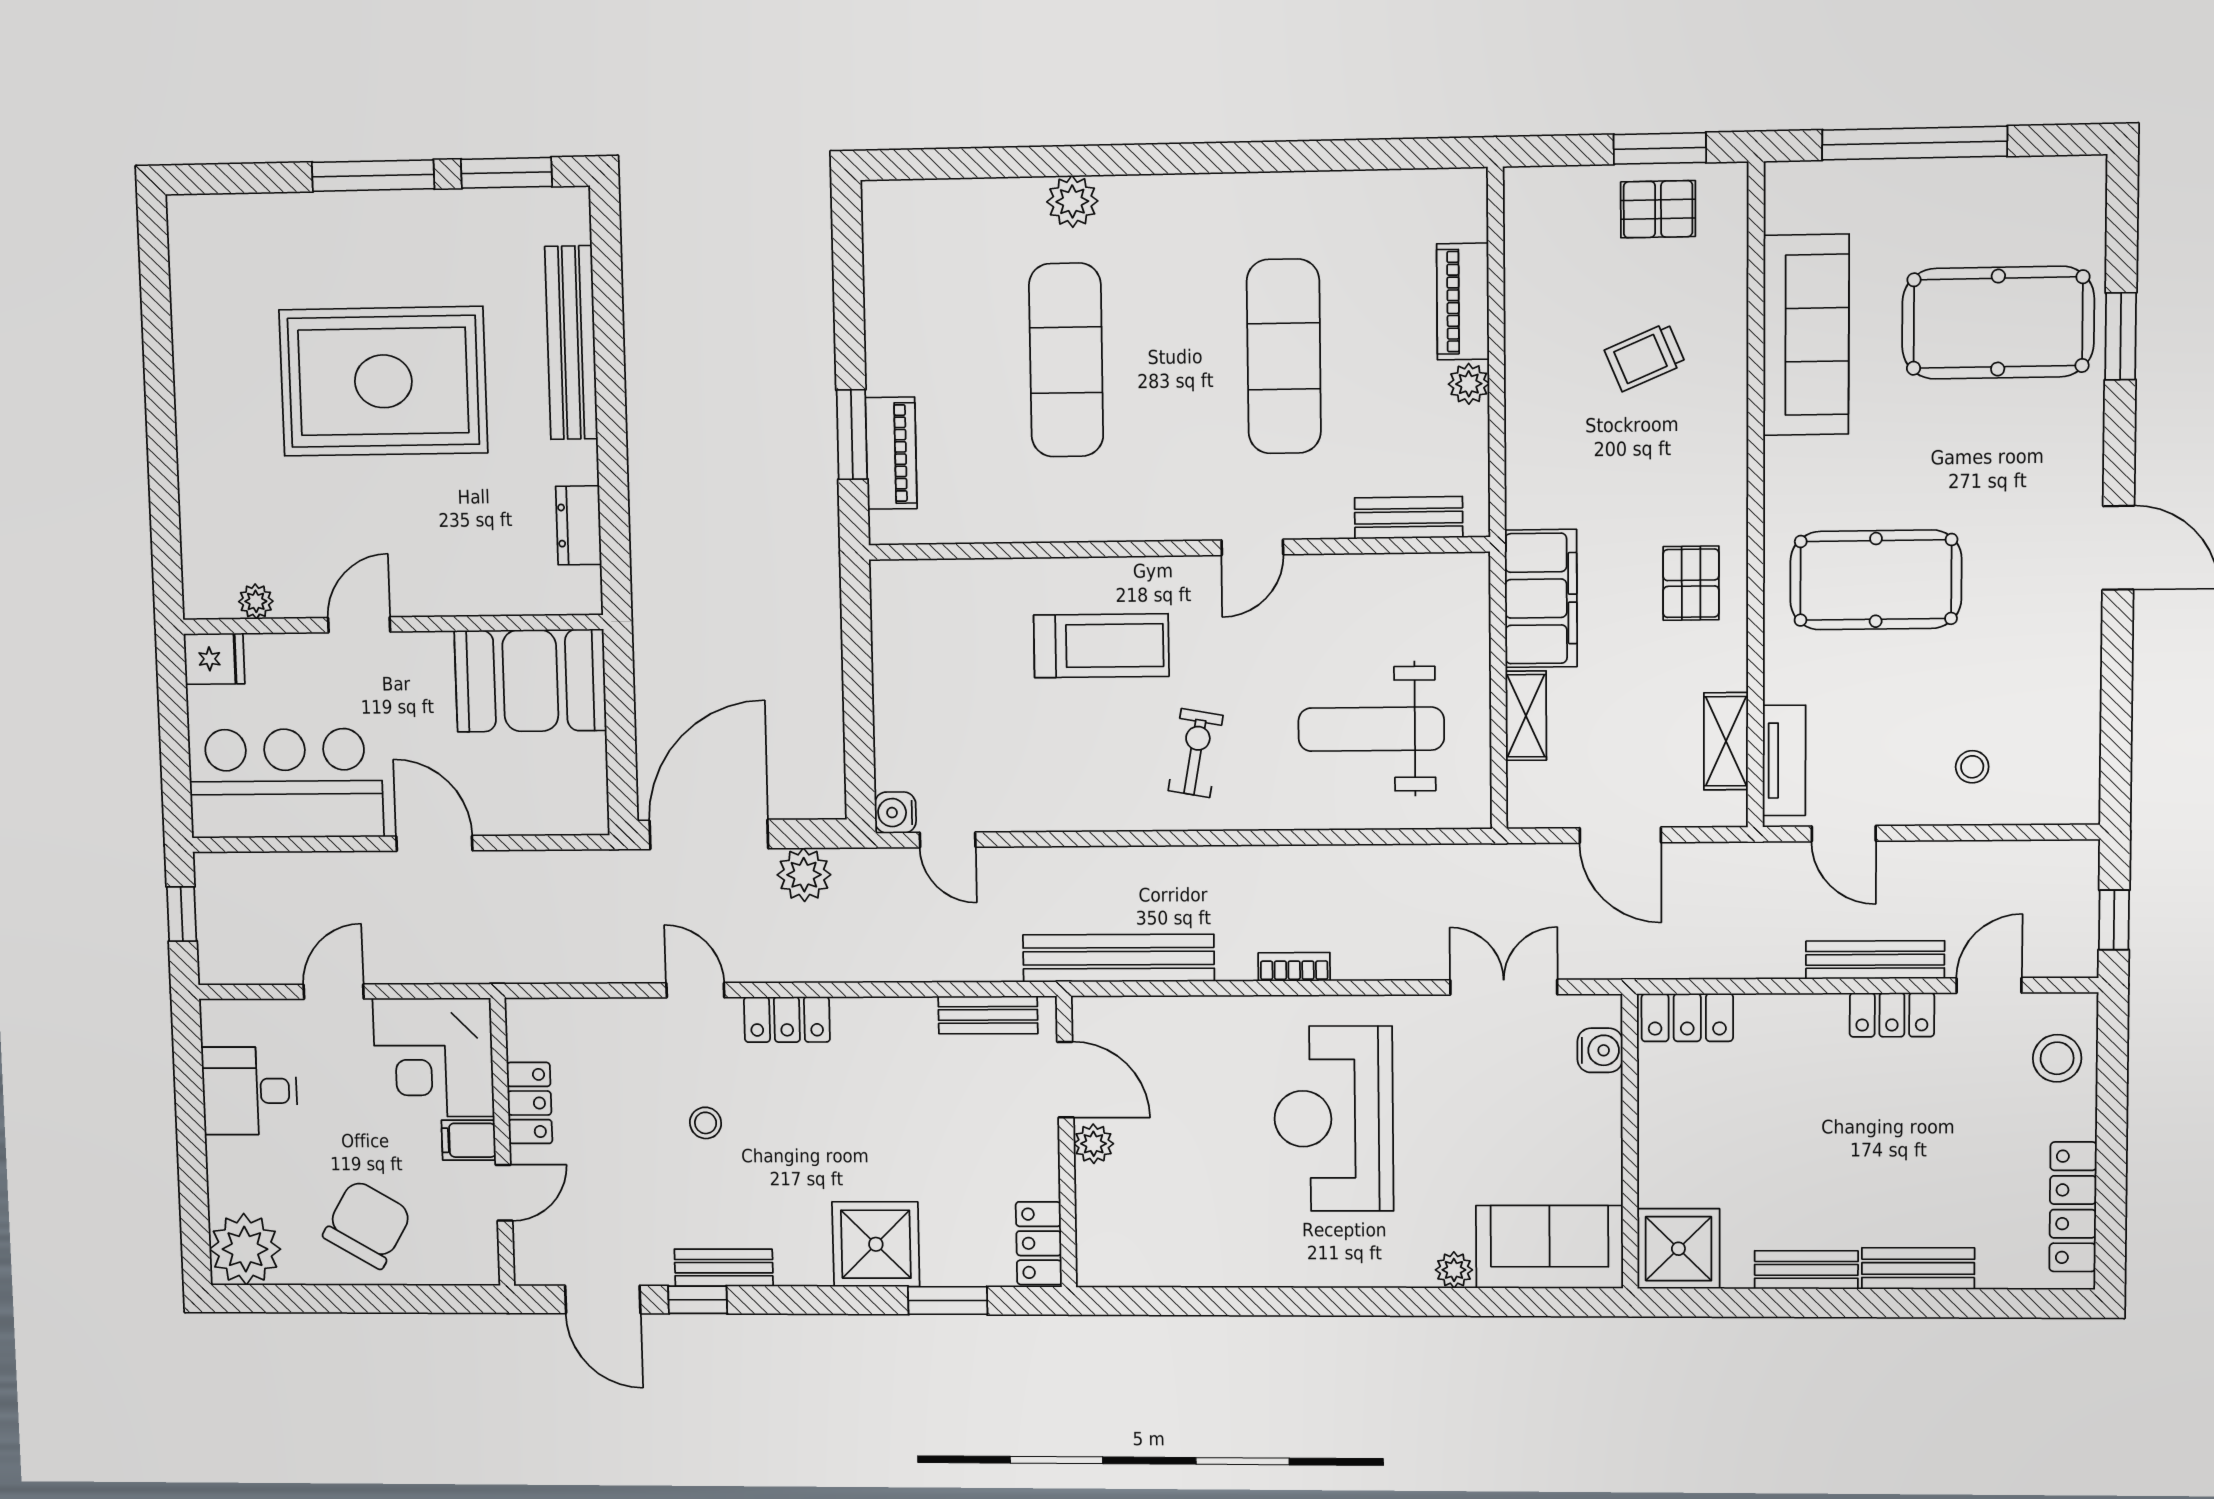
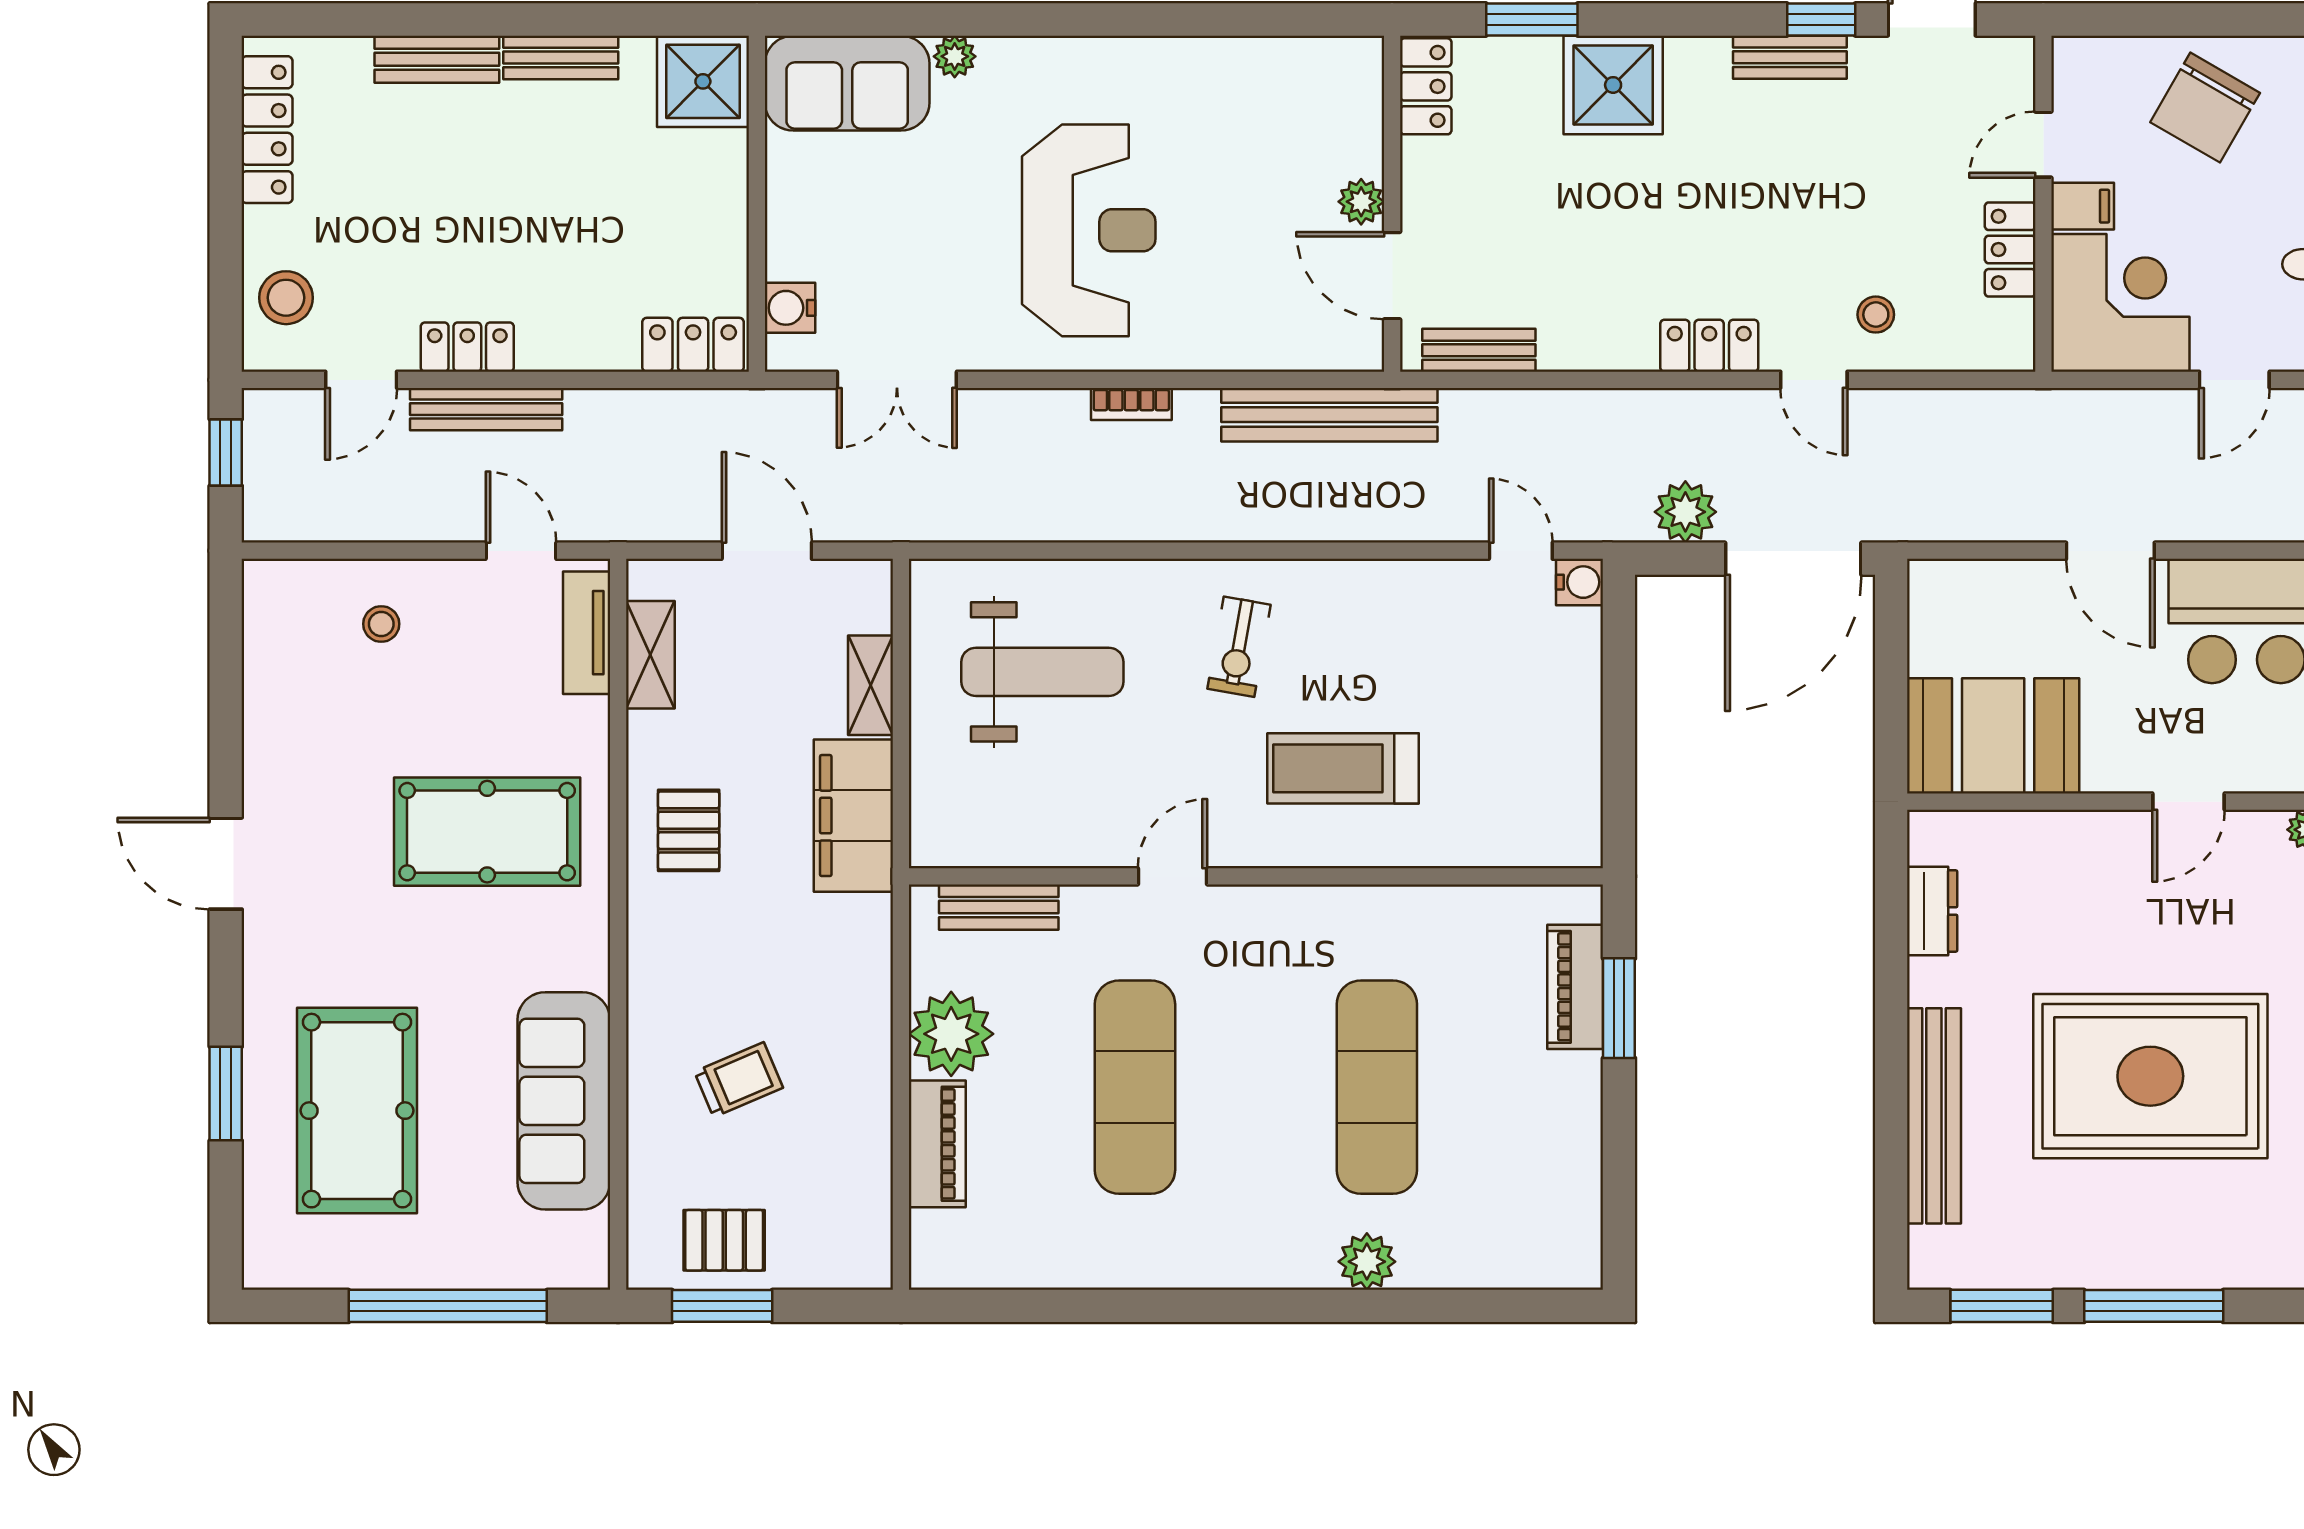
pool table: (1998, 323) -> (357, 1111), turned 90
plant: (1469, 384) -> (951, 1034), width x1.87, depth x1.87
stool: (706, 1123) -> (1876, 315), moved

